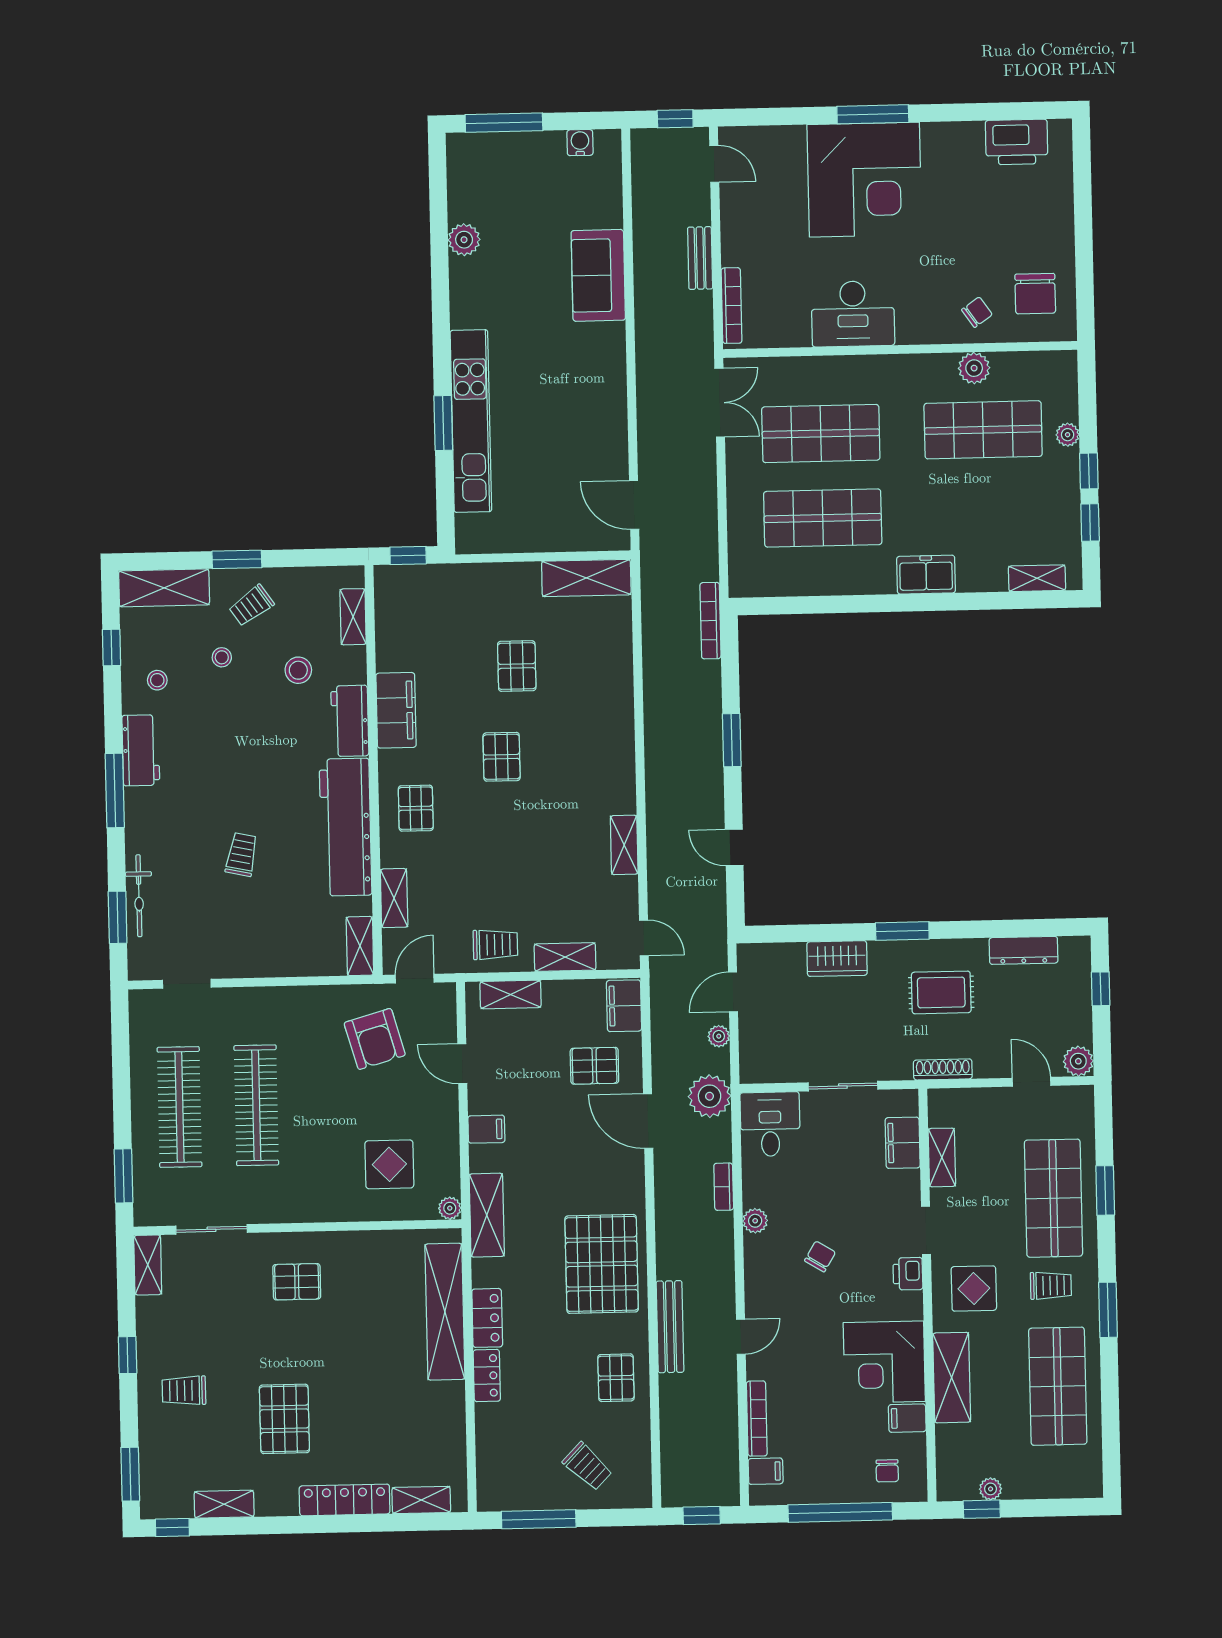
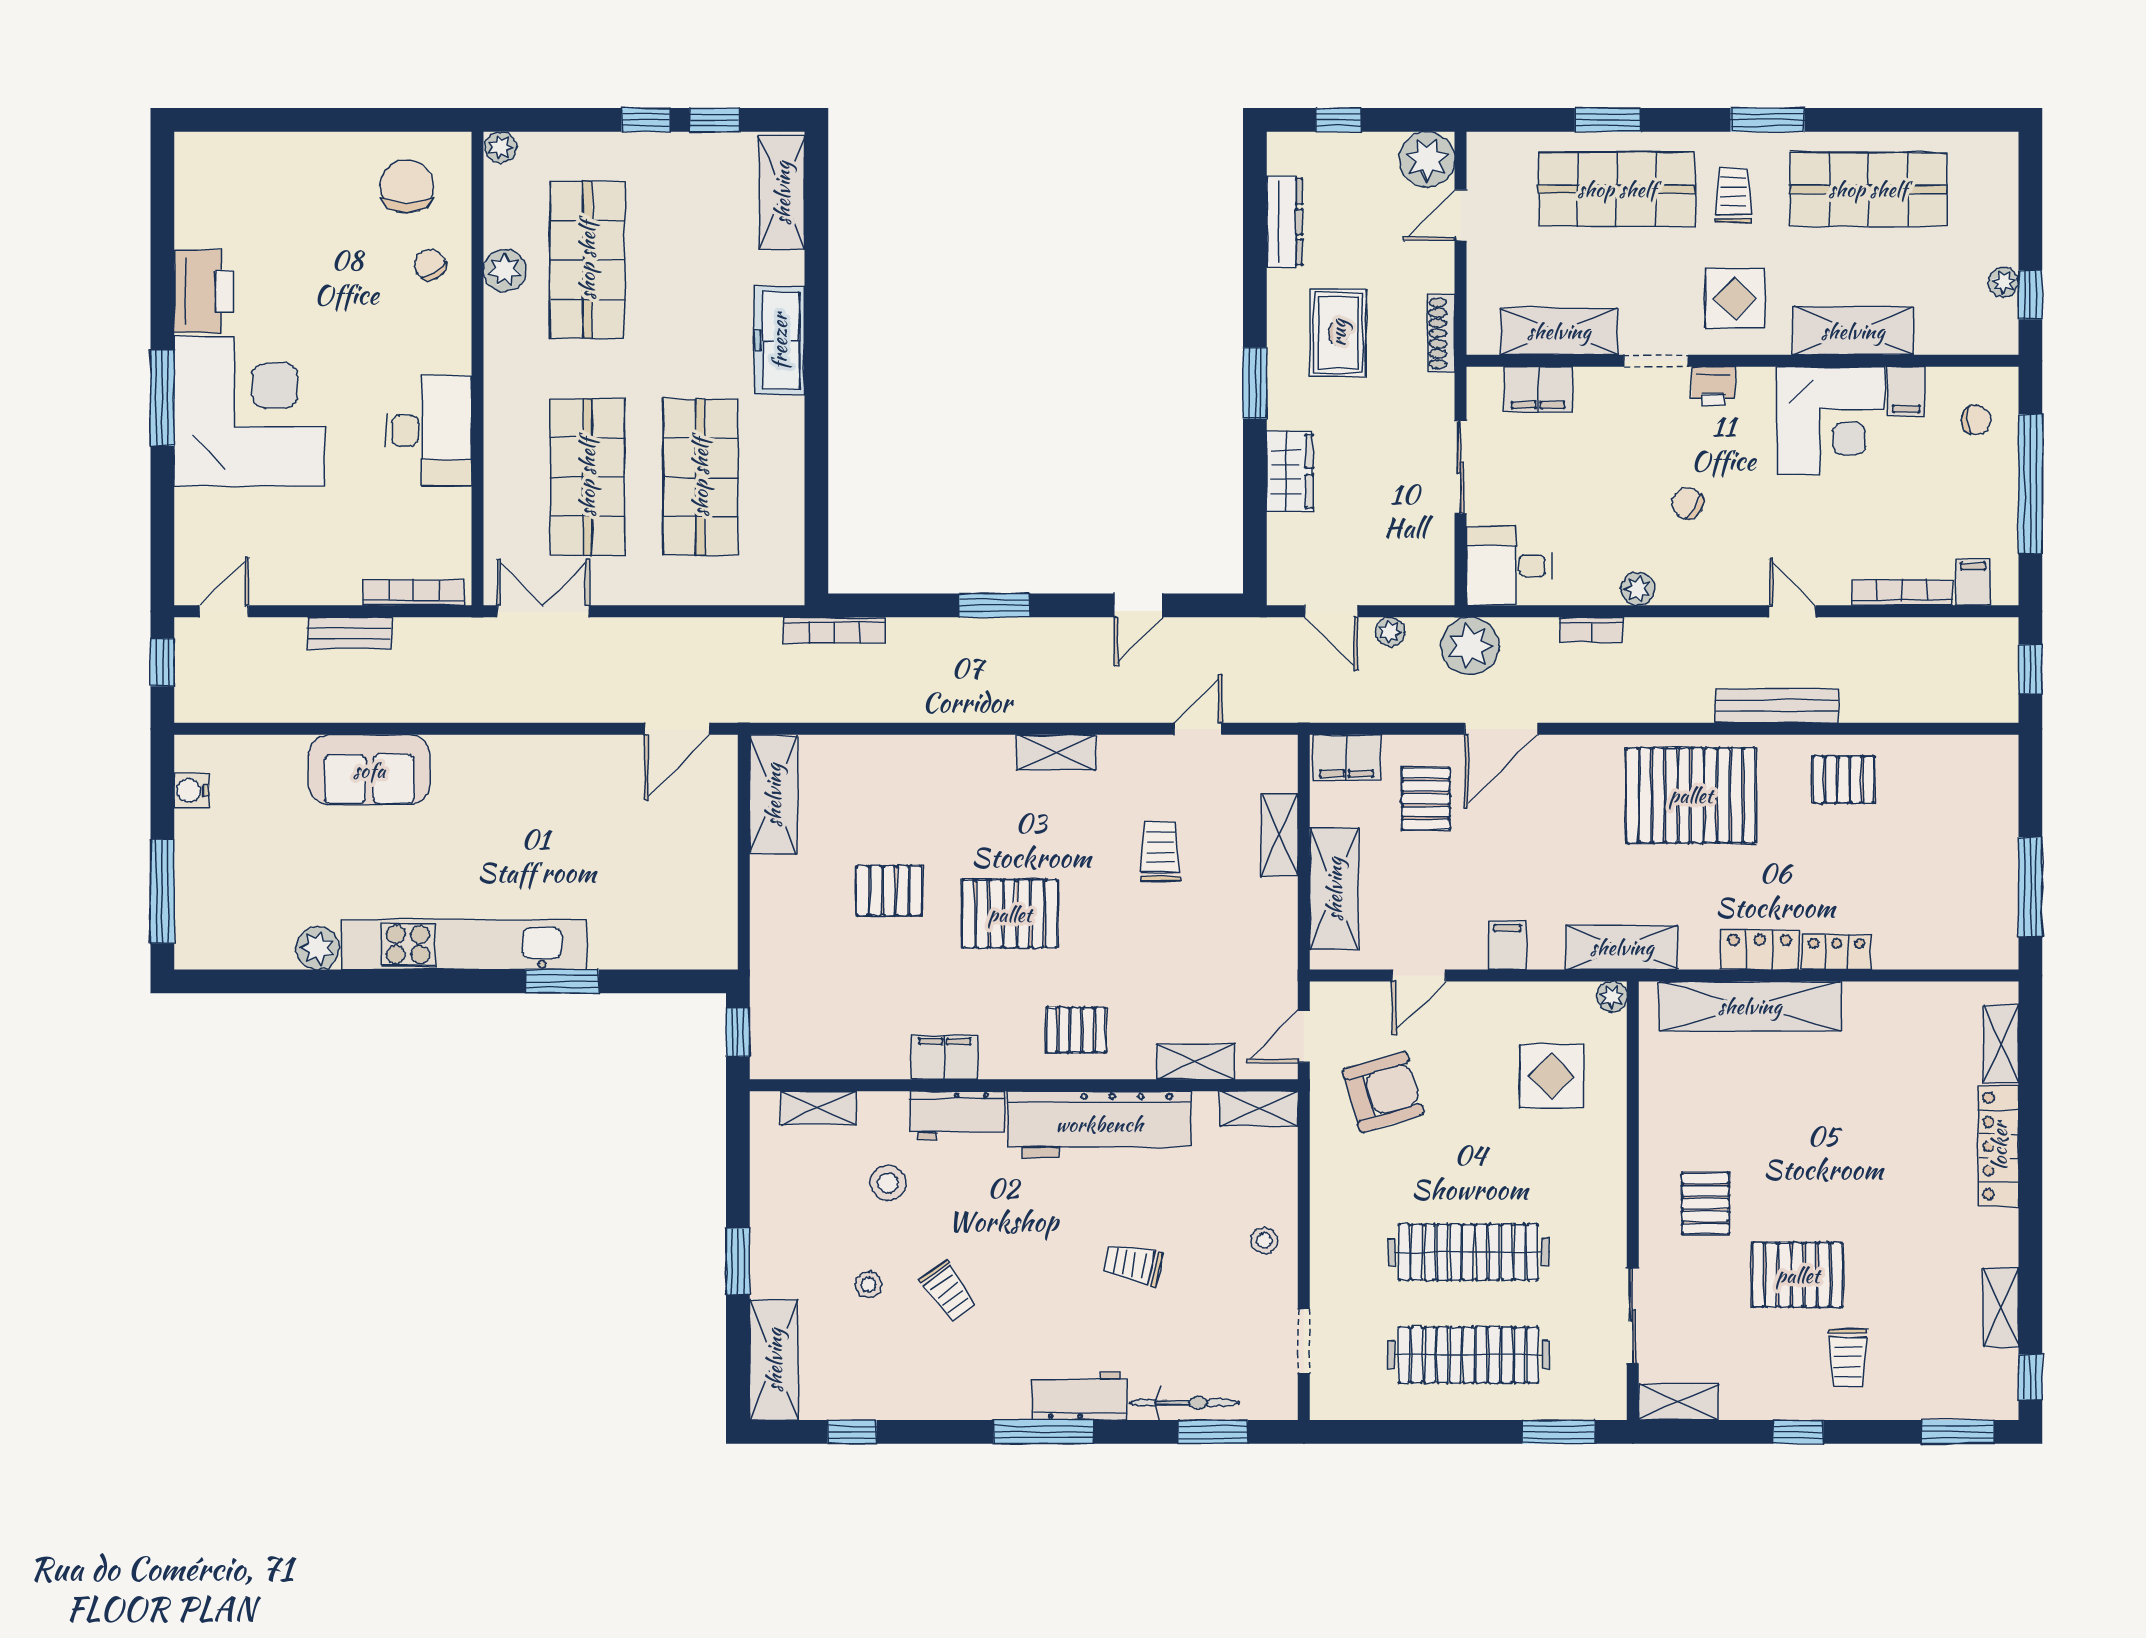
printer: (1017, 142) -> (204, 291), moved
chair: (1035, 294) -> (407, 186), turned -90
kitchen unit: (471, 421) -> (464, 944), moved
plant: (1068, 435) -> (501, 147), moved
freezer: (926, 575) -> (779, 341), width x1.40
shelving: (1037, 578) -> (782, 193), width x1.50, depth x1.33
trolley: (251, 605) -> (948, 1291), moved
stool: (157, 680) -> (1264, 1240), moved
filing cabinet: (396, 710) -> (945, 1057), width x0.67, depth x0.86
workbench: (141, 750) -> (1080, 1396), moved
pallet: (502, 757) -> (1010, 914), width x1.50, depth x1.42
shelving: (624, 845) -> (1056, 752), moved
door: (644, 938) -> (1198, 729), moved
trolley: (495, 945) -> (1161, 851), moved
door: (415, 979) -> (1304, 1037), hinge flipped
shelving: (511, 995) -> (1334, 889), width x1.50, depth x1.33
plant: (1078, 1061) -> (1427, 159), width x1.36, depth x1.36
shelving: (942, 1157) -> (1559, 331), width x1.50, depth x1.33
pallet: (284, 1419) -> (1798, 1275), moved
trolley: (587, 1466) -> (1961, 820), removed

